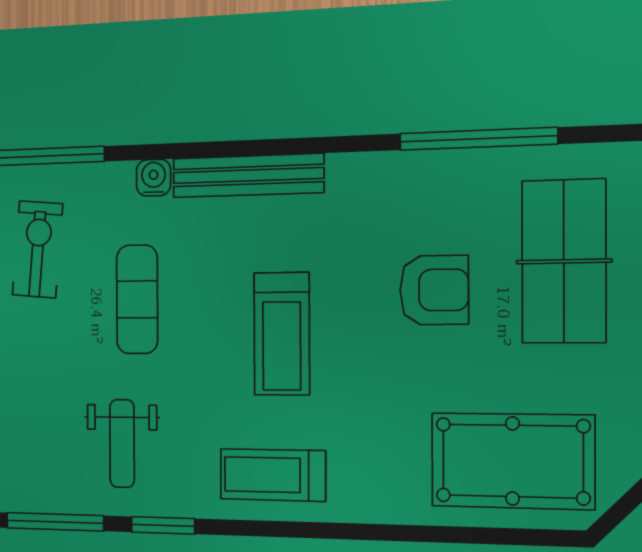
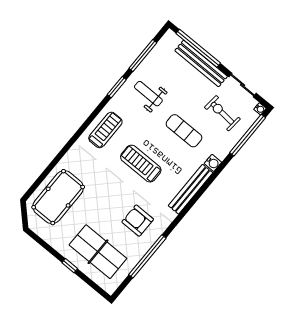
exercise bike: (38, 249) -> (222, 113), turned 180
armchair: (434, 290) -> (138, 221), moved, turned 90

